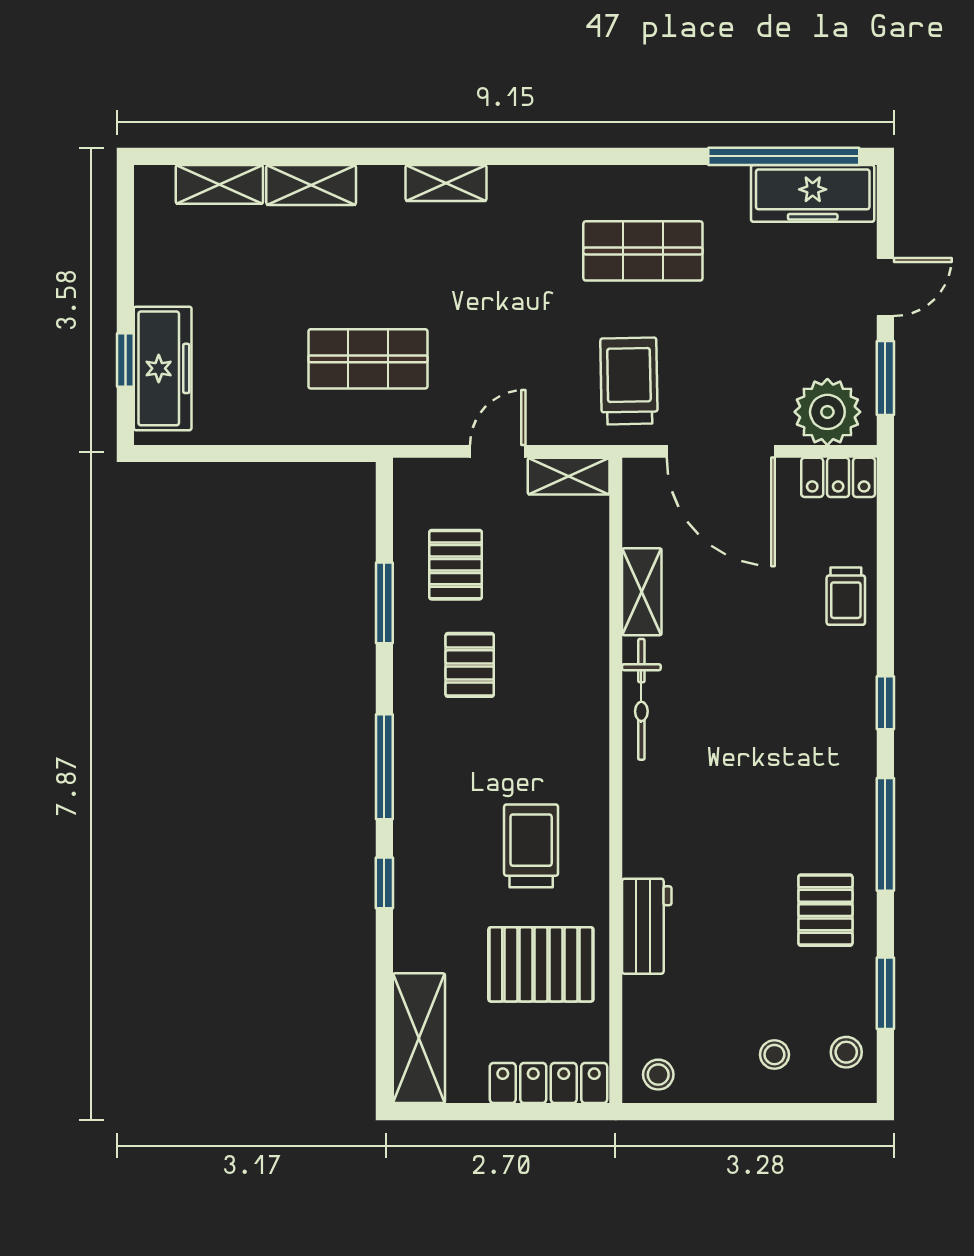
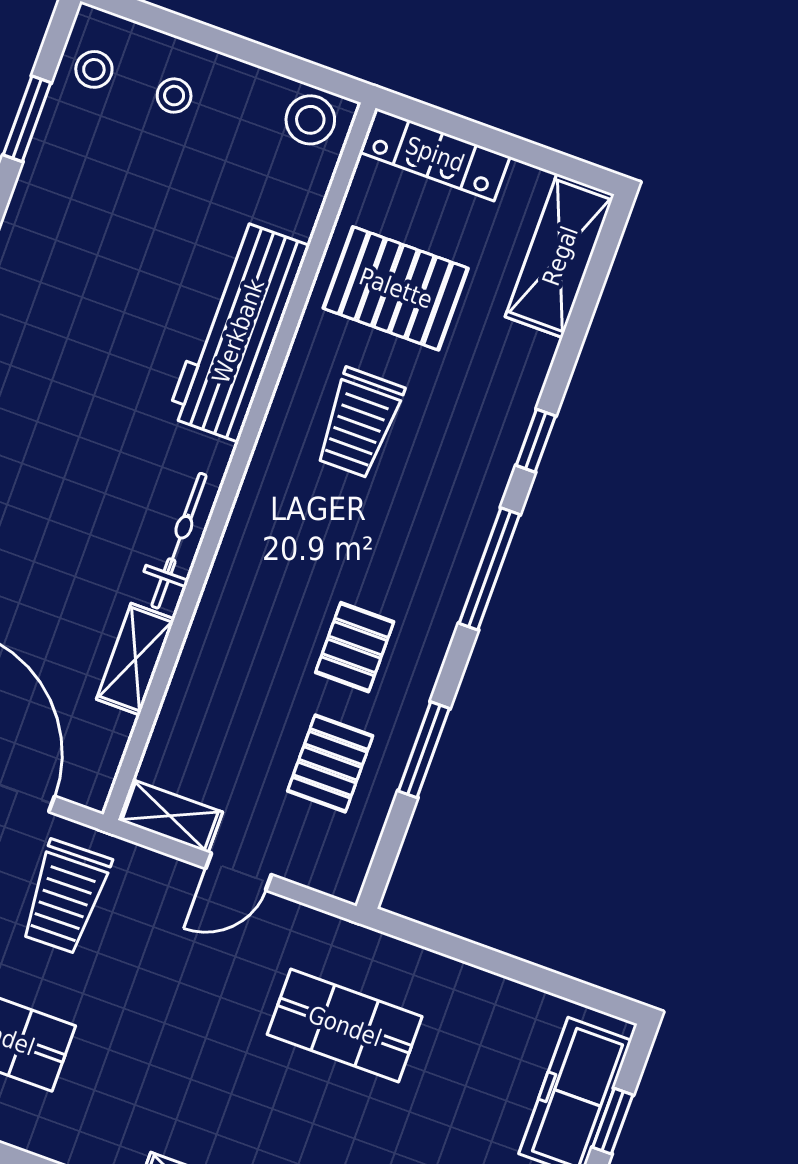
pallet: (825, 910) -> (60, 235), removed
workbench: (647, 926) -> (238, 331), width x1.88, depth x1.32
stool: (658, 1075) -> (310, 120), width x1.37, depth x1.37

